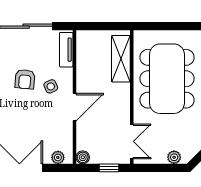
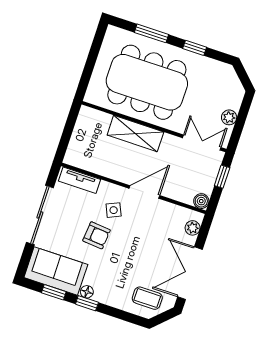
shelving: (121, 59) -> (135, 134), moved
door: (75, 107) -> (144, 192), hinge flipped
plant: (174, 157) -> (229, 117), moved

